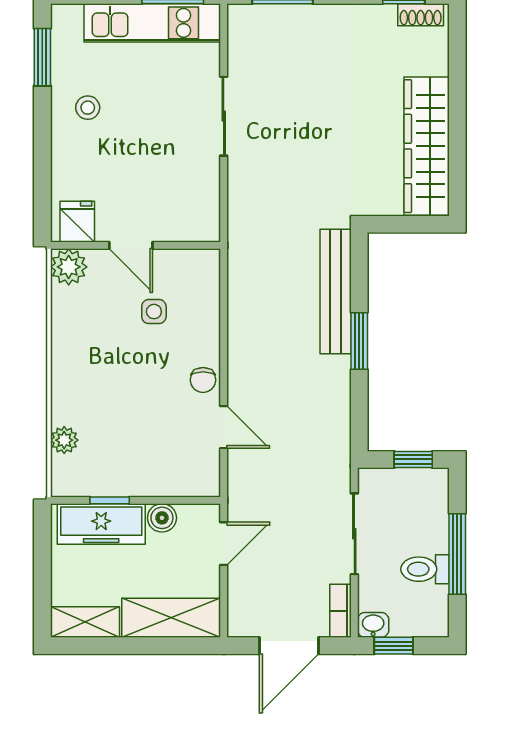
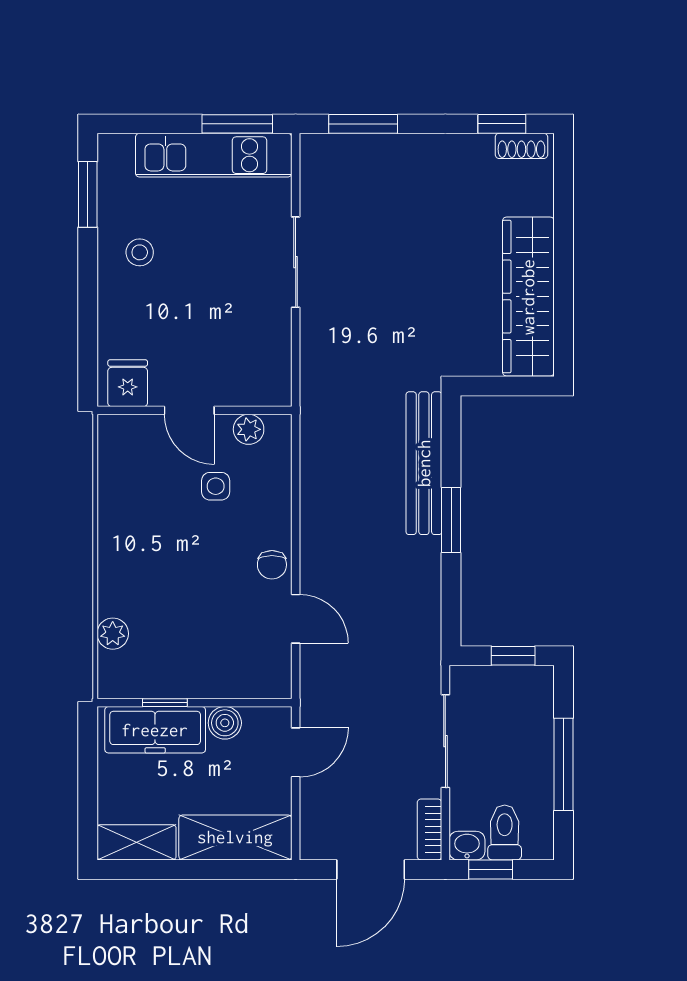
plant: (69, 267) -> (249, 429), moved, width x0.73, depth x0.73
toilet: (425, 569) -> (505, 832), moved, turned 90

